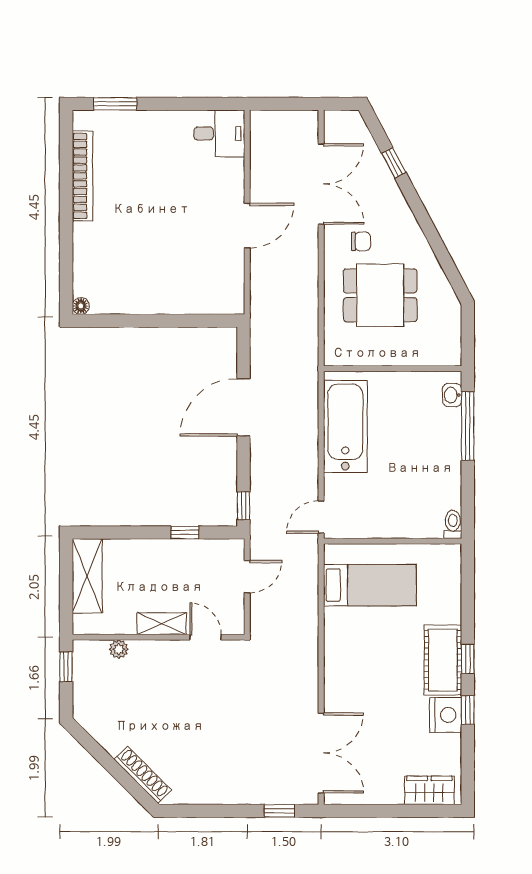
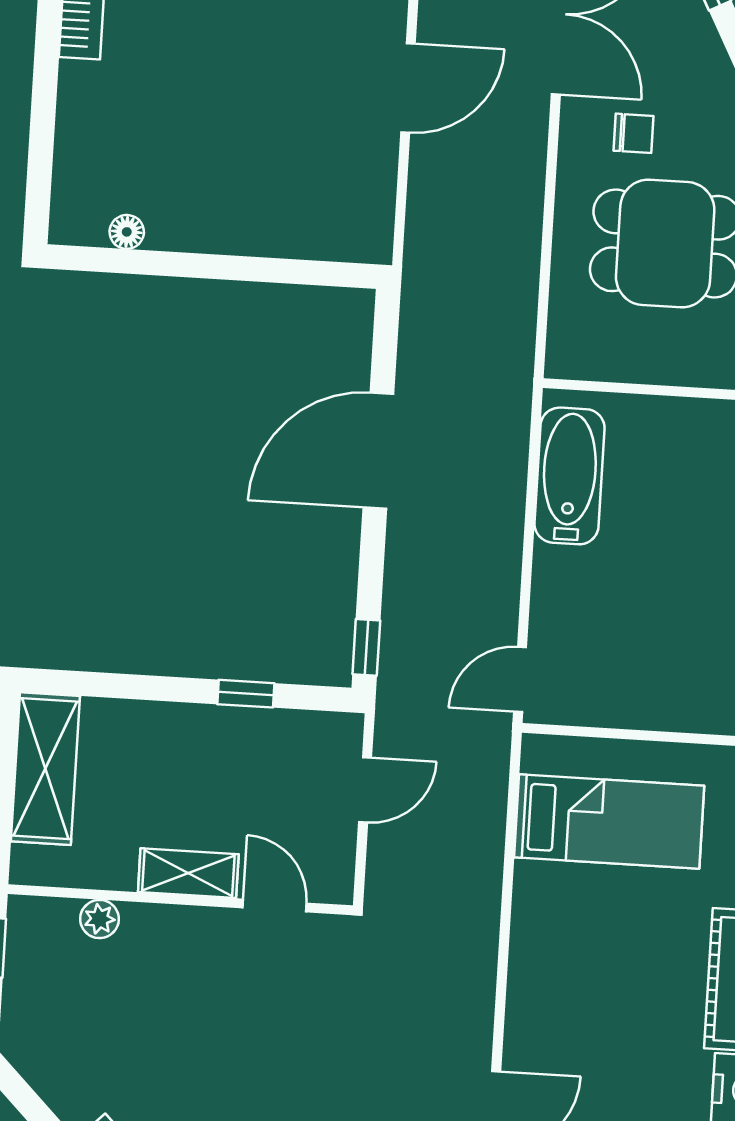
floor lamp: (81, 306) -> (127, 232), moved
bathtub: (345, 426) -> (569, 476), width x0.73, depth x0.73

